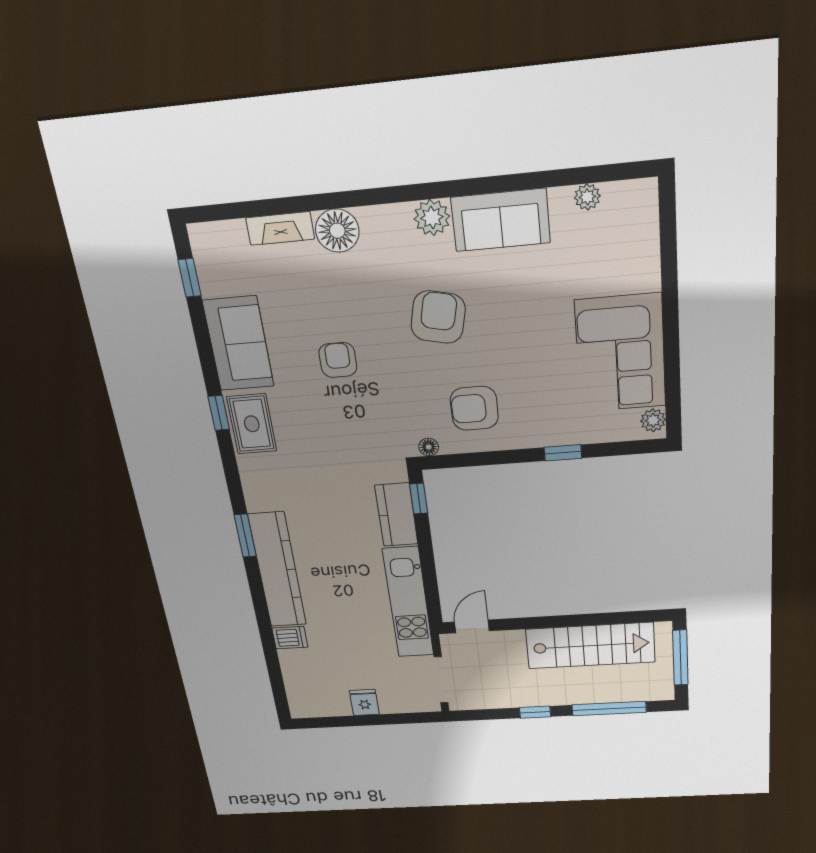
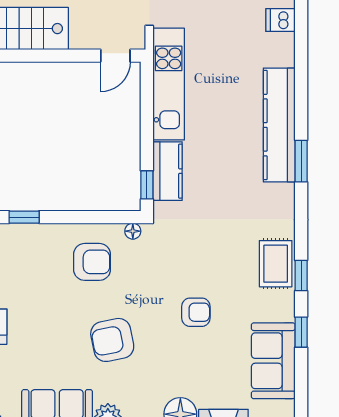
window: (190, 278) -> (301, 332), moved
armchair: (438, 317) -> (112, 340), turned 66
sofa: (238, 344) -> (273, 361), moved
armchair: (338, 360) -> (196, 312), turned -90
dishwasher: (290, 638) -> (280, 20), moved

